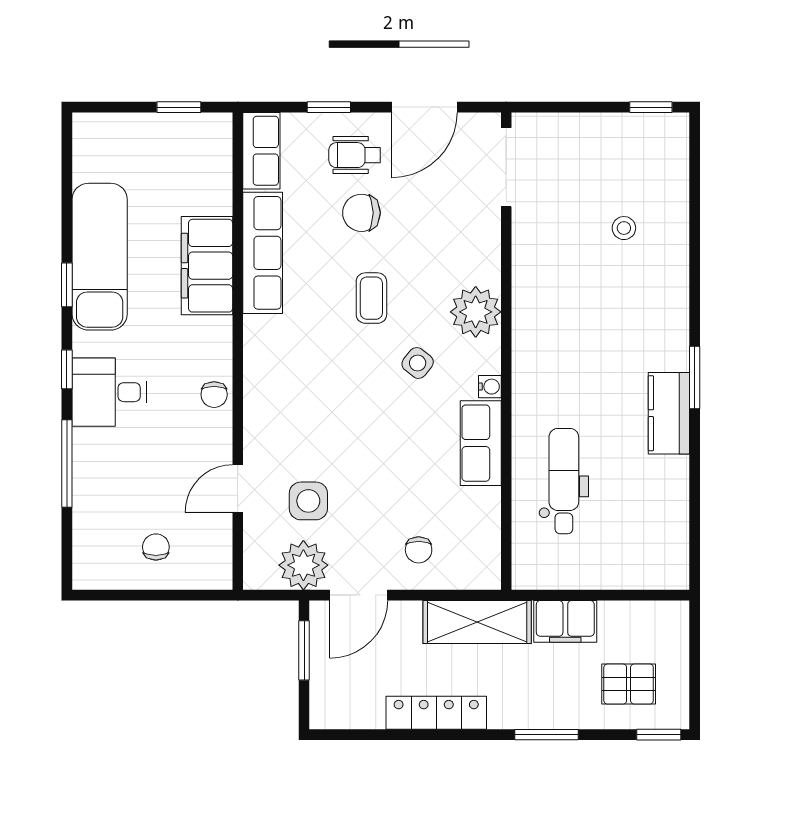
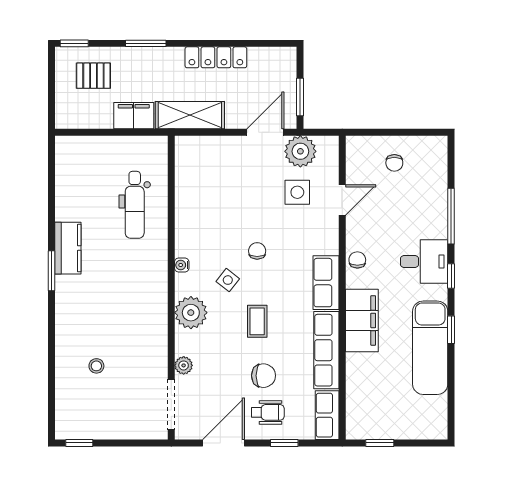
plant: (487, 229) -> (184, 365), added
filing cabinet: (207, 266) -> (362, 320), moved
row of seats: (481, 443) -> (326, 283), moved, turned 180
chair: (419, 550) -> (257, 251), moved

